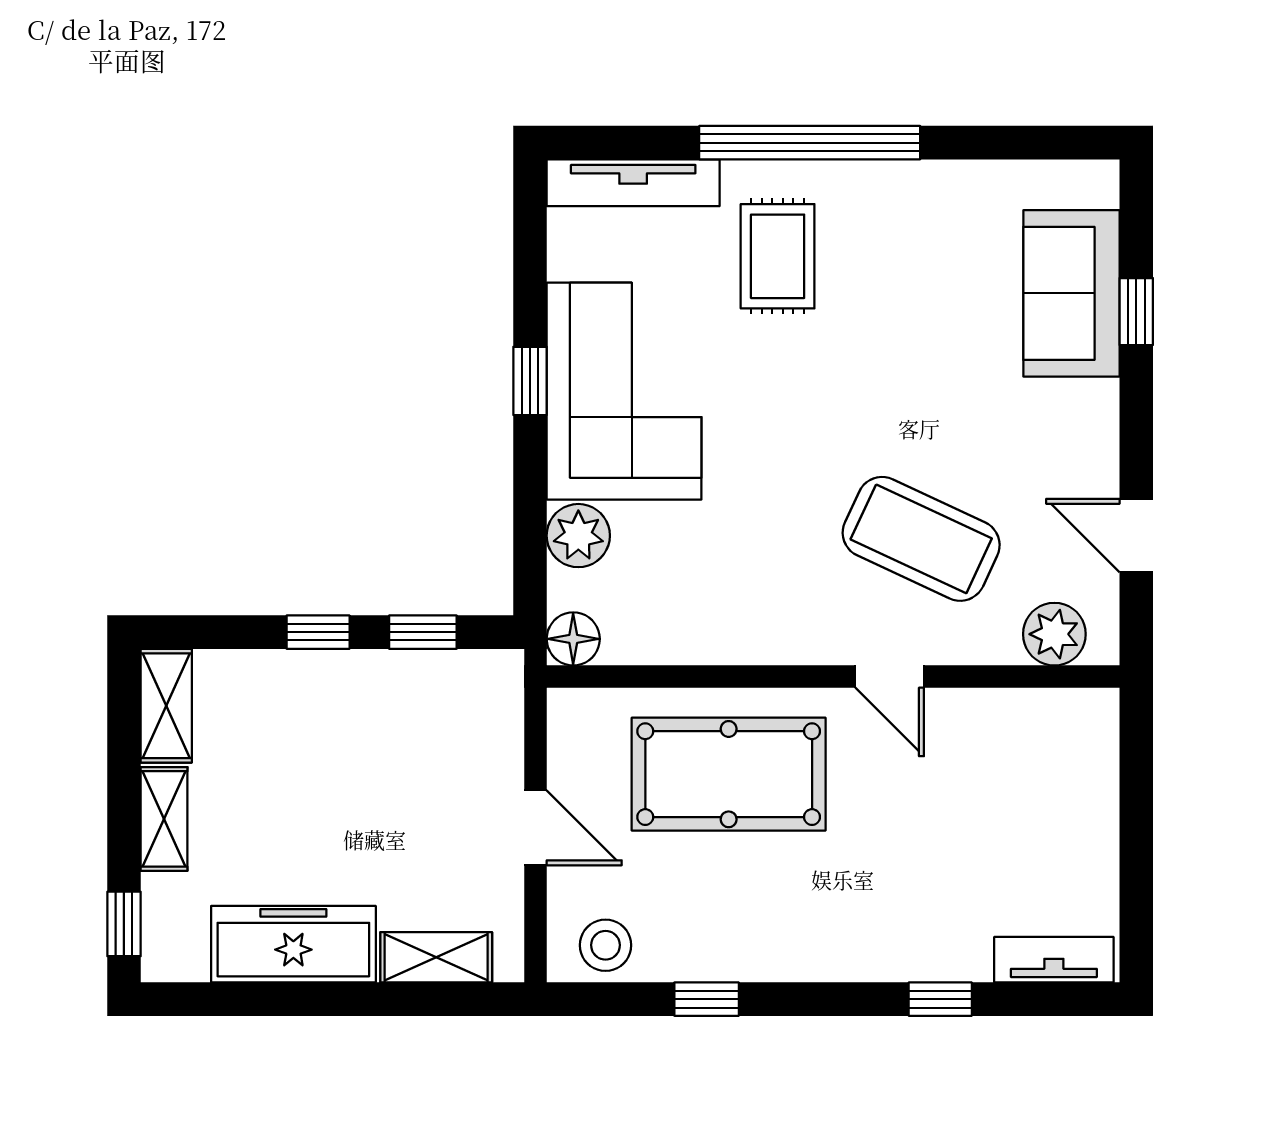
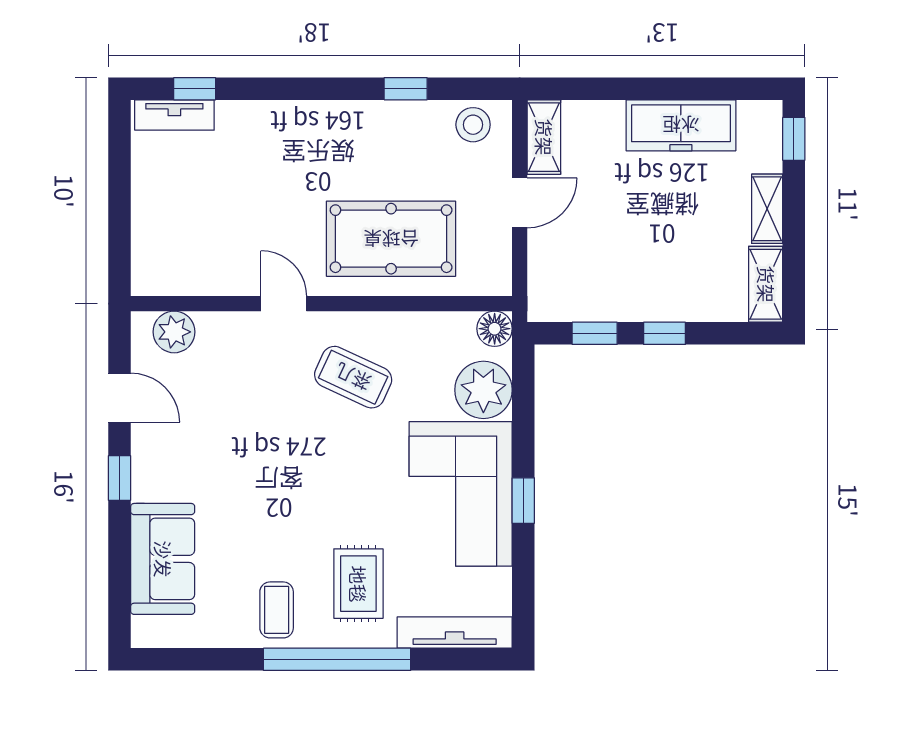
coffee table: (900, 217) -> (277, 610), added
window: (1136, 312) -> (119, 478), moved
plant: (578, 536) -> (483, 390), width x1.36, depth x1.36
coffee table: (921, 539) -> (353, 377), moved, width x0.73, depth x0.76
door: (536, 828) -> (520, 203), swing flipped
shelving: (436, 957) -> (544, 137), moved, turned 90
window: (940, 999) -> (195, 89), moved

